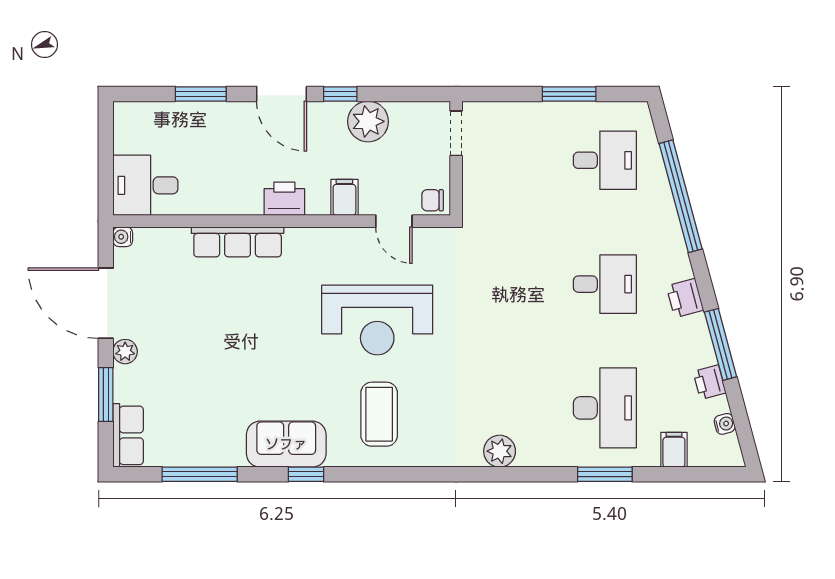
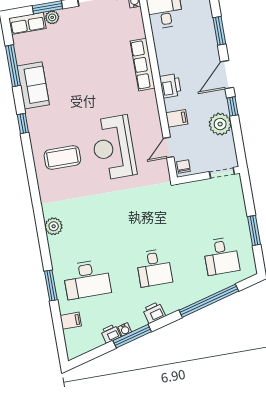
plant: (125, 352) -> (52, 17), moved
water cooler: (725, 424) -> (125, 329), moved
sofa: (286, 444) -> (33, 85), moved

